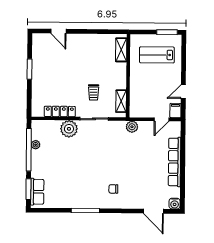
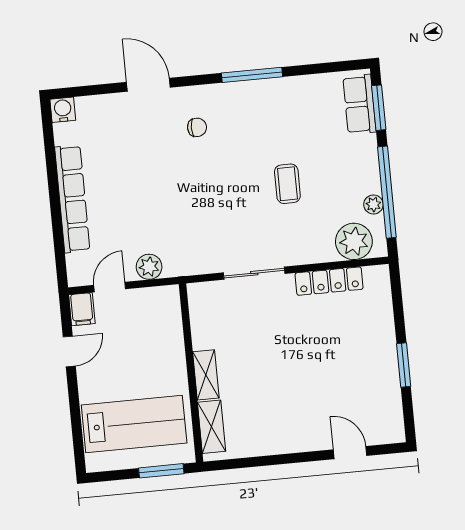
window: (167, 32) -> (161, 471), moved
lab bench: (157, 55) -> (134, 424), width x1.36, depth x1.39
trolley: (94, 92) -> (261, 330), removed
shelving: (121, 101) -> (206, 375), moved
plant: (132, 127) -> (149, 267), moved
plant: (69, 129) -> (354, 241), moved
coffee table: (74, 158) -> (287, 184), added
door: (153, 211) -> (148, 85), moved

